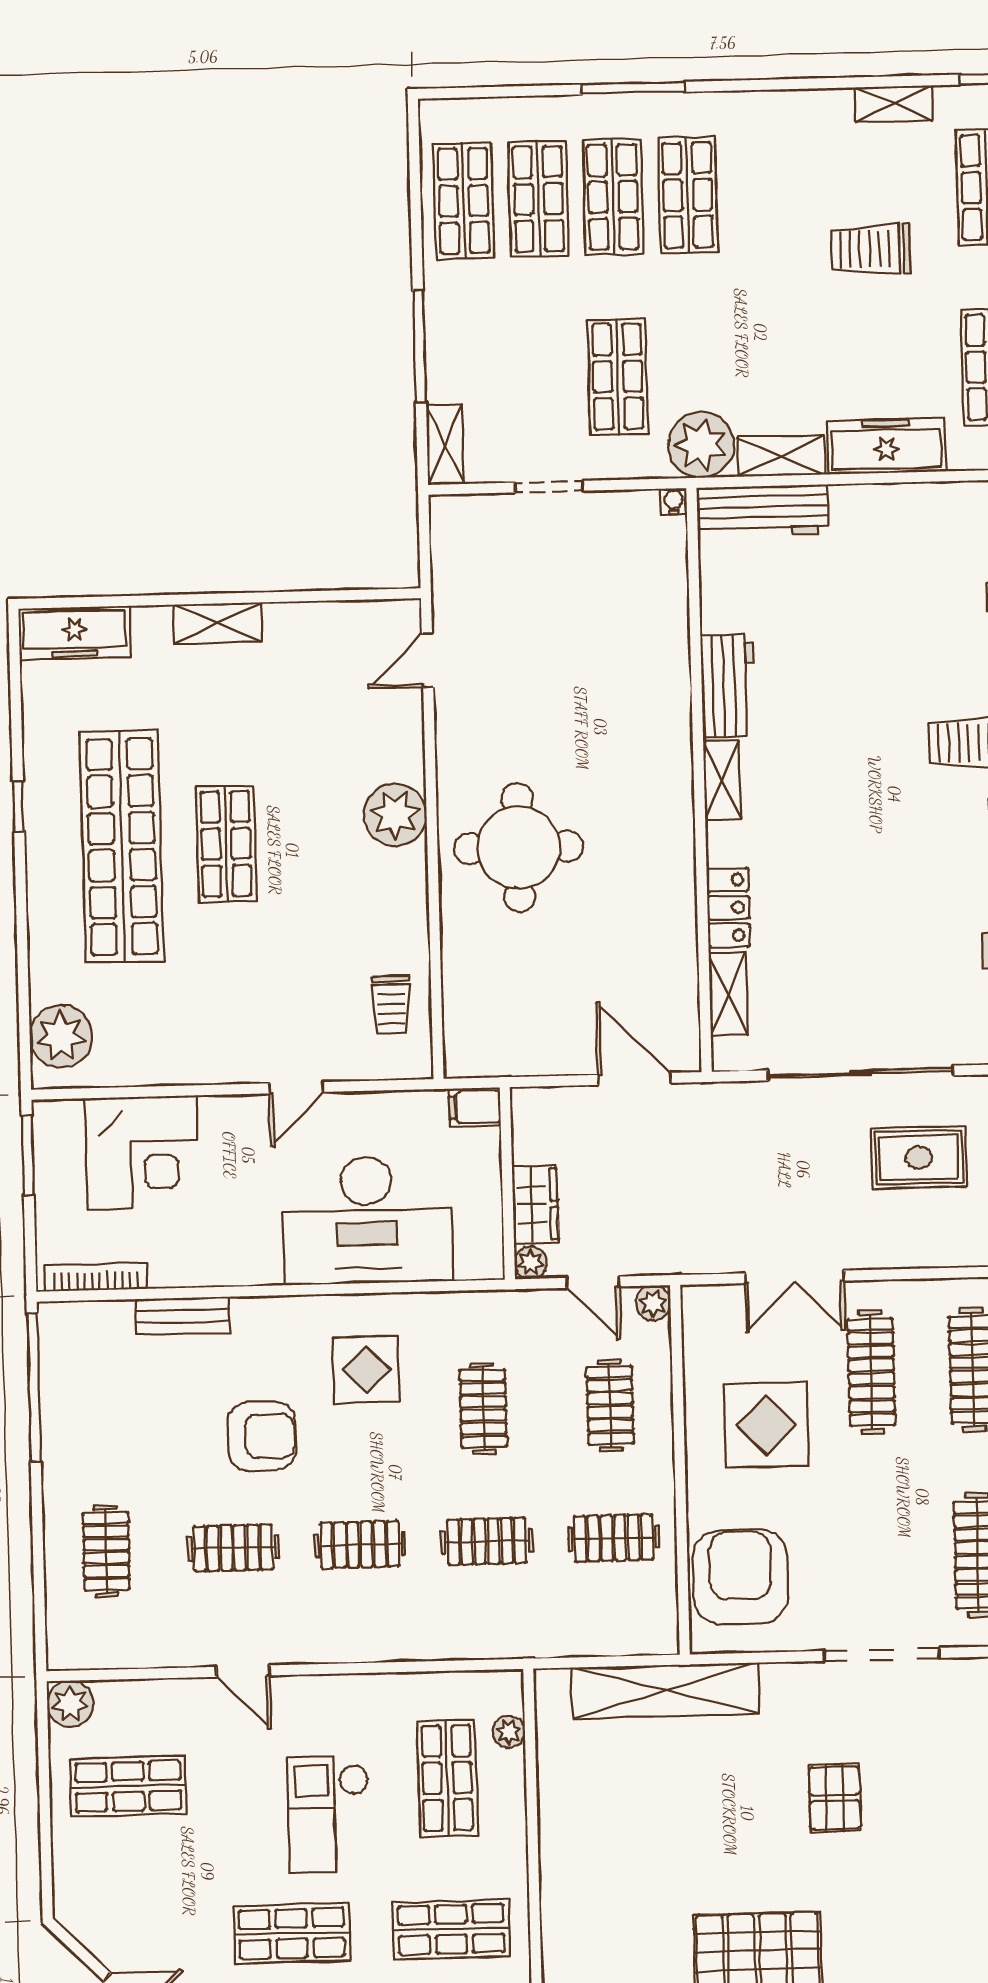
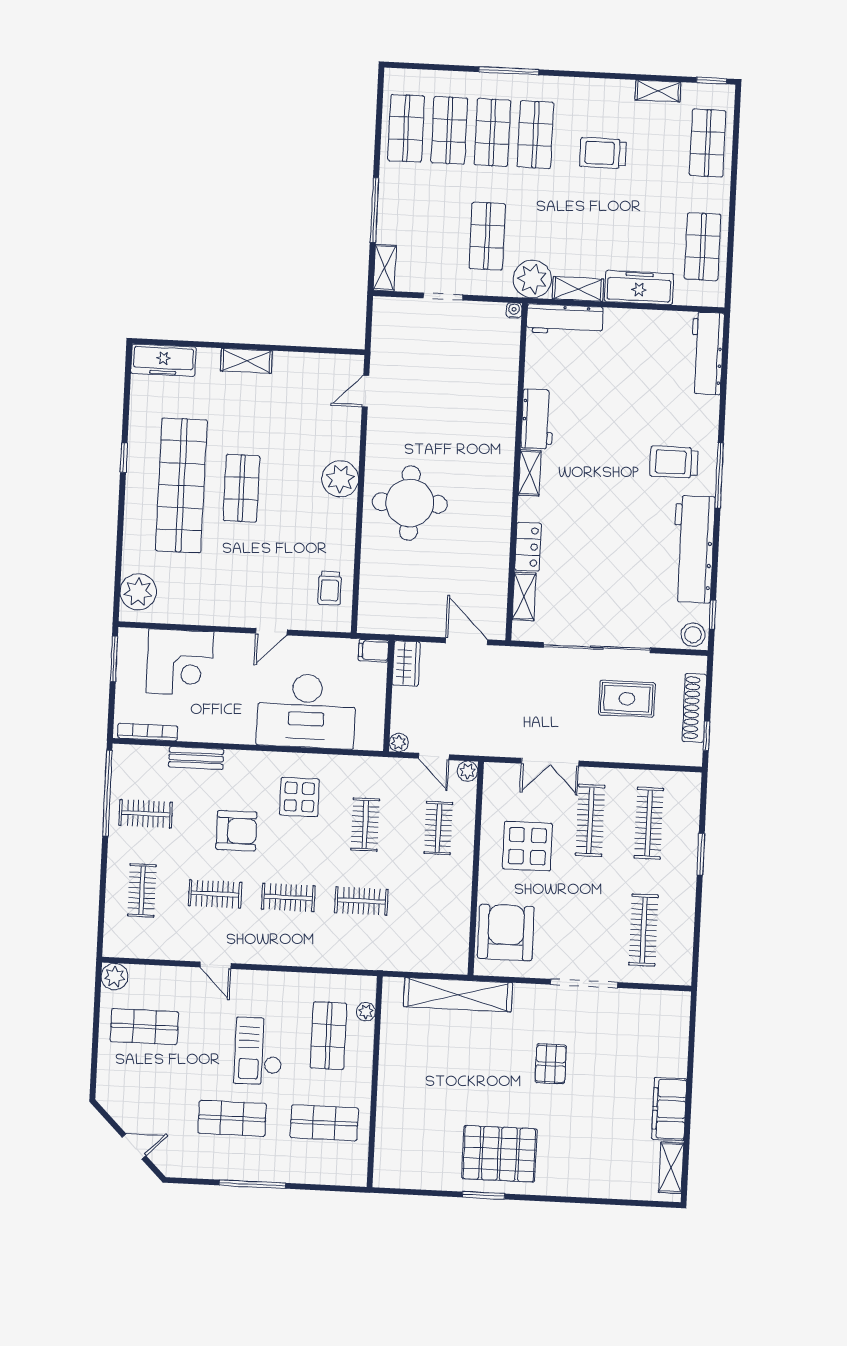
trolley: (871, 249) -> (603, 153), moved
wardrobe: (535, 1204) -> (406, 663), moved
clothes rail: (614, 1538) -> (146, 814), moved

